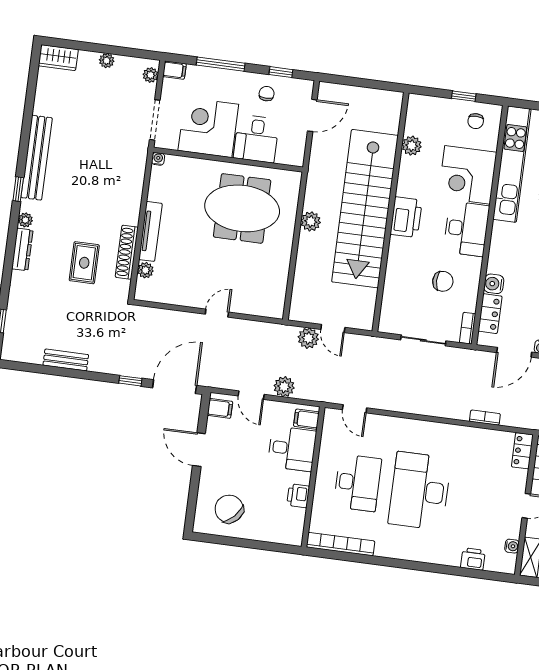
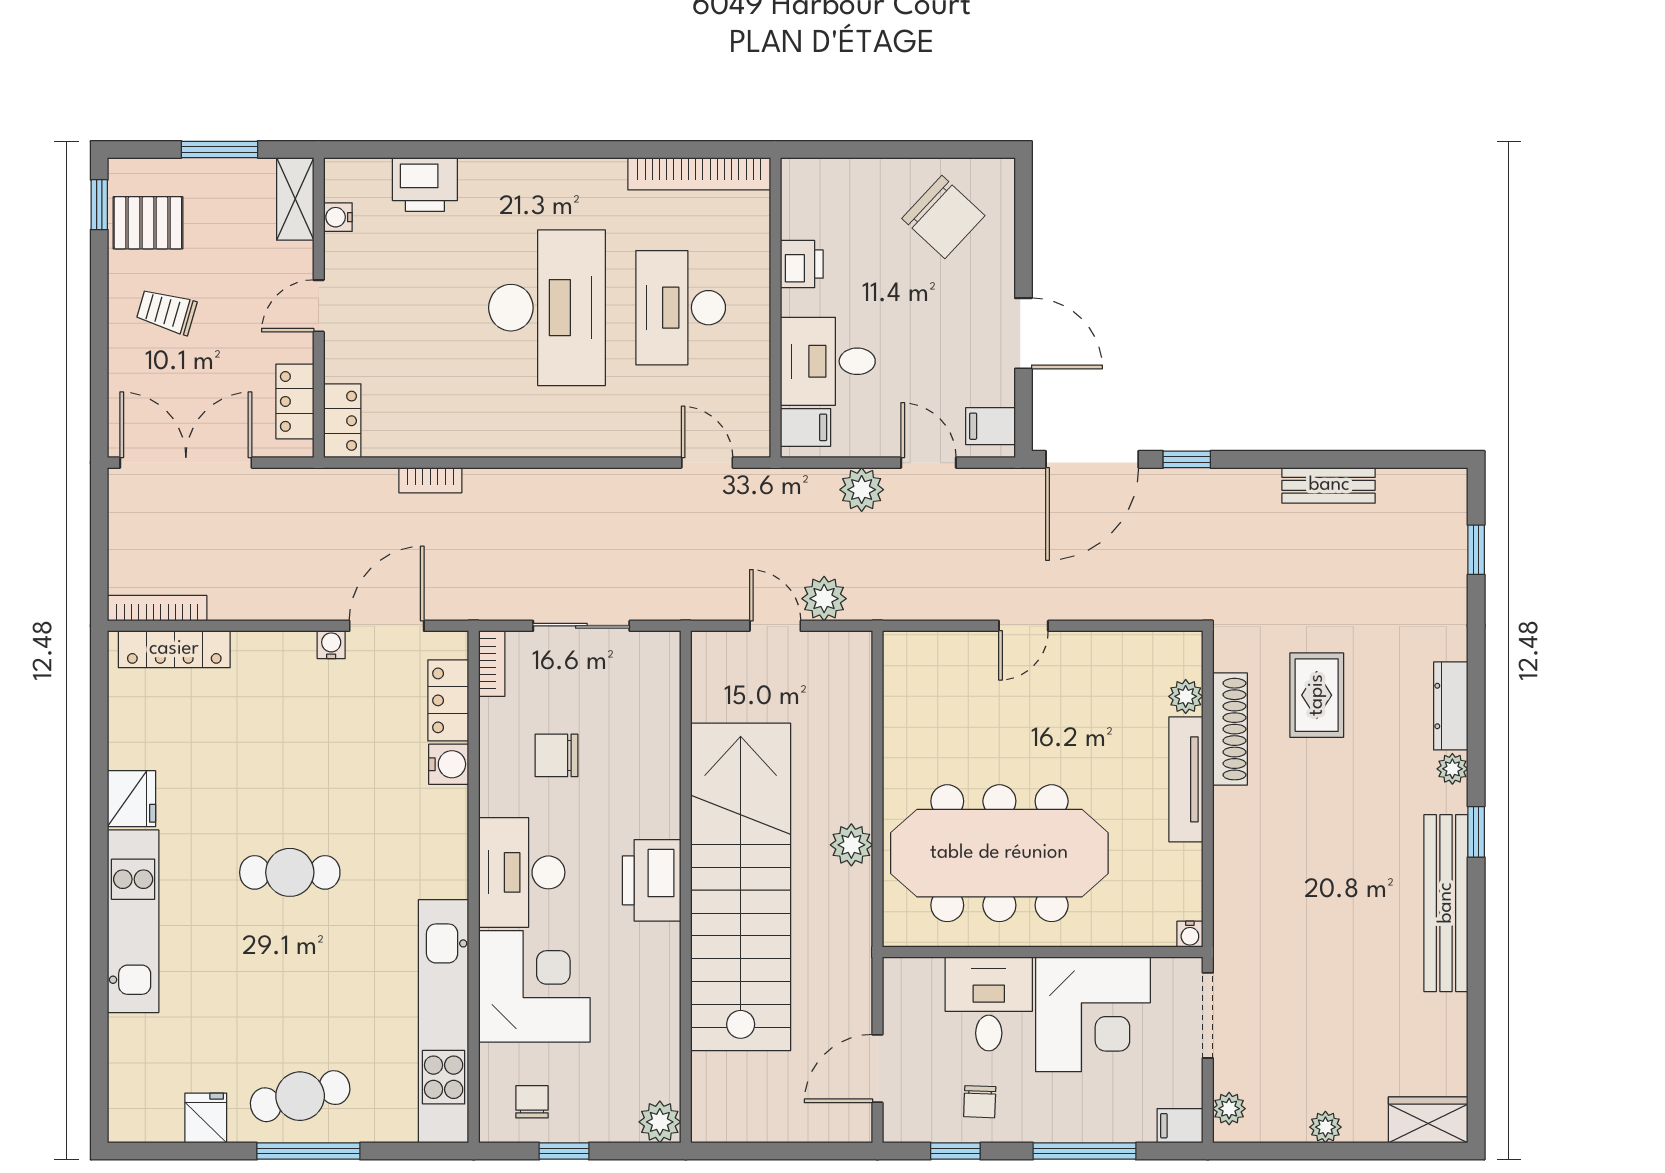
plant: (412, 146) -> (660, 1122), moved
meeting table: (242, 208) -> (999, 853), width x1.36
printer: (473, 559) -> (425, 184), width x1.36, depth x1.24

